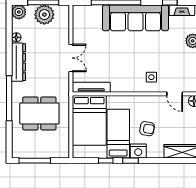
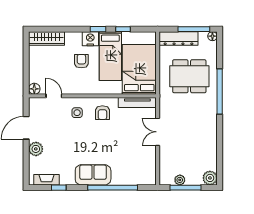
plant: (44, 15) -> (180, 180), width x0.53, depth x0.53
sofa: (136, 18) -> (93, 175), width x0.54, depth x0.79
floor lamp: (16, 37) -> (212, 36), moved
dresser: (19, 62) -> (178, 38), moved, turned -90
armchair: (126, 77) -> (102, 113), added
armchair: (147, 129) -> (81, 61), turned 81

